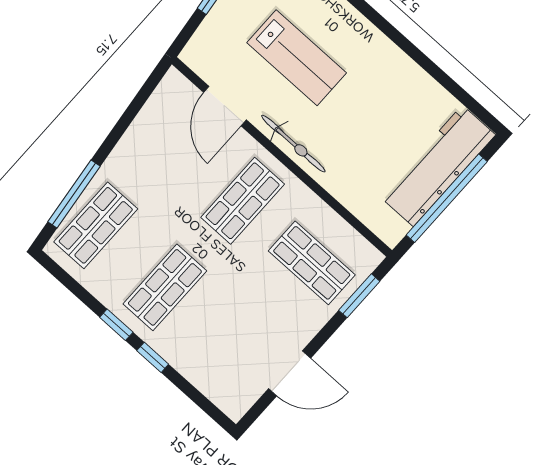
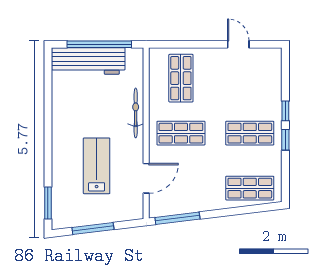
bicycle: (293, 144) -> (136, 113), moved
window: (74, 194) -> (177, 218), moved
window: (359, 296) -> (177, 44), removed
door: (290, 373) -> (238, 44), width x0.73

